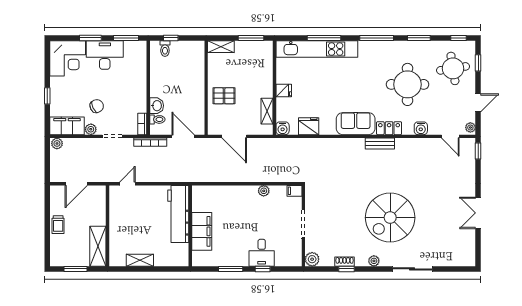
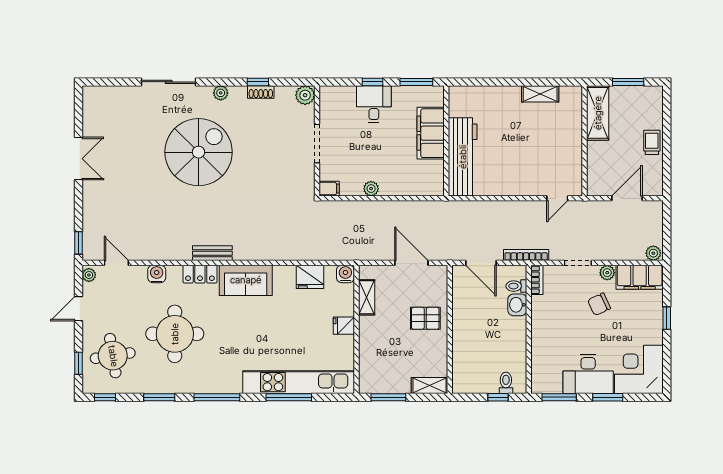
workbench: (178, 214) -> (463, 157), moved
wall: (190, 226) -> (446, 141), moved
filing cabinet: (202, 231) -> (431, 133), moved

